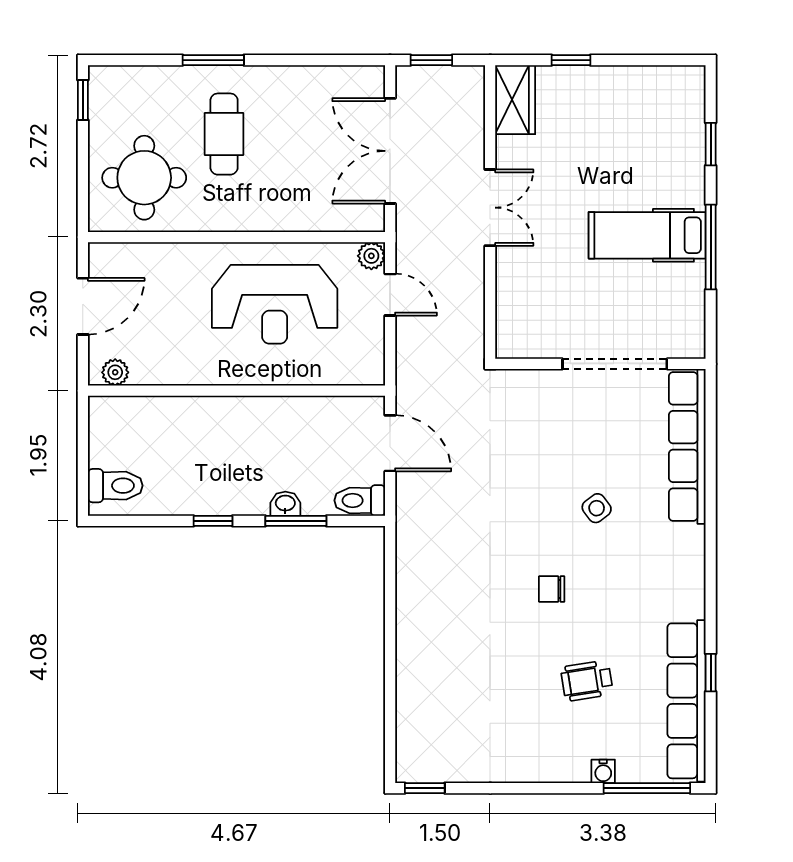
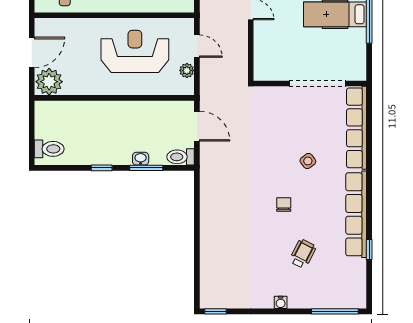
plant: (371, 256) -> (187, 70), moved
reception desk: (275, 304) -> (135, 51), turned 180
plant: (115, 372) -> (49, 82), width x1.88, depth x1.88
chair: (552, 589) -> (284, 204), turned 90
wheelchair: (587, 681) -> (303, 254), turned 126
row of seats: (686, 701) -> (356, 214), moved
water cooler: (603, 771) -> (281, 302), moved

